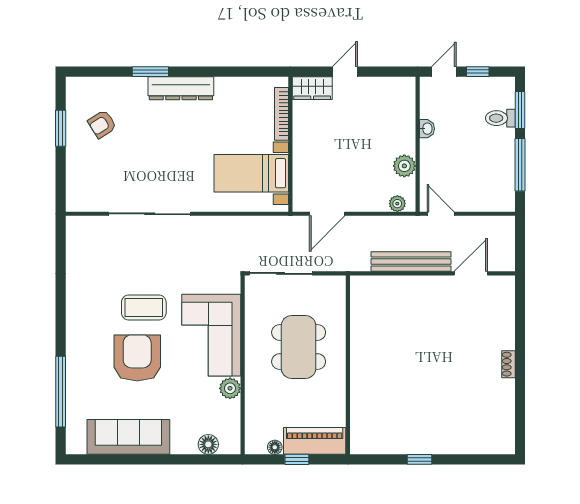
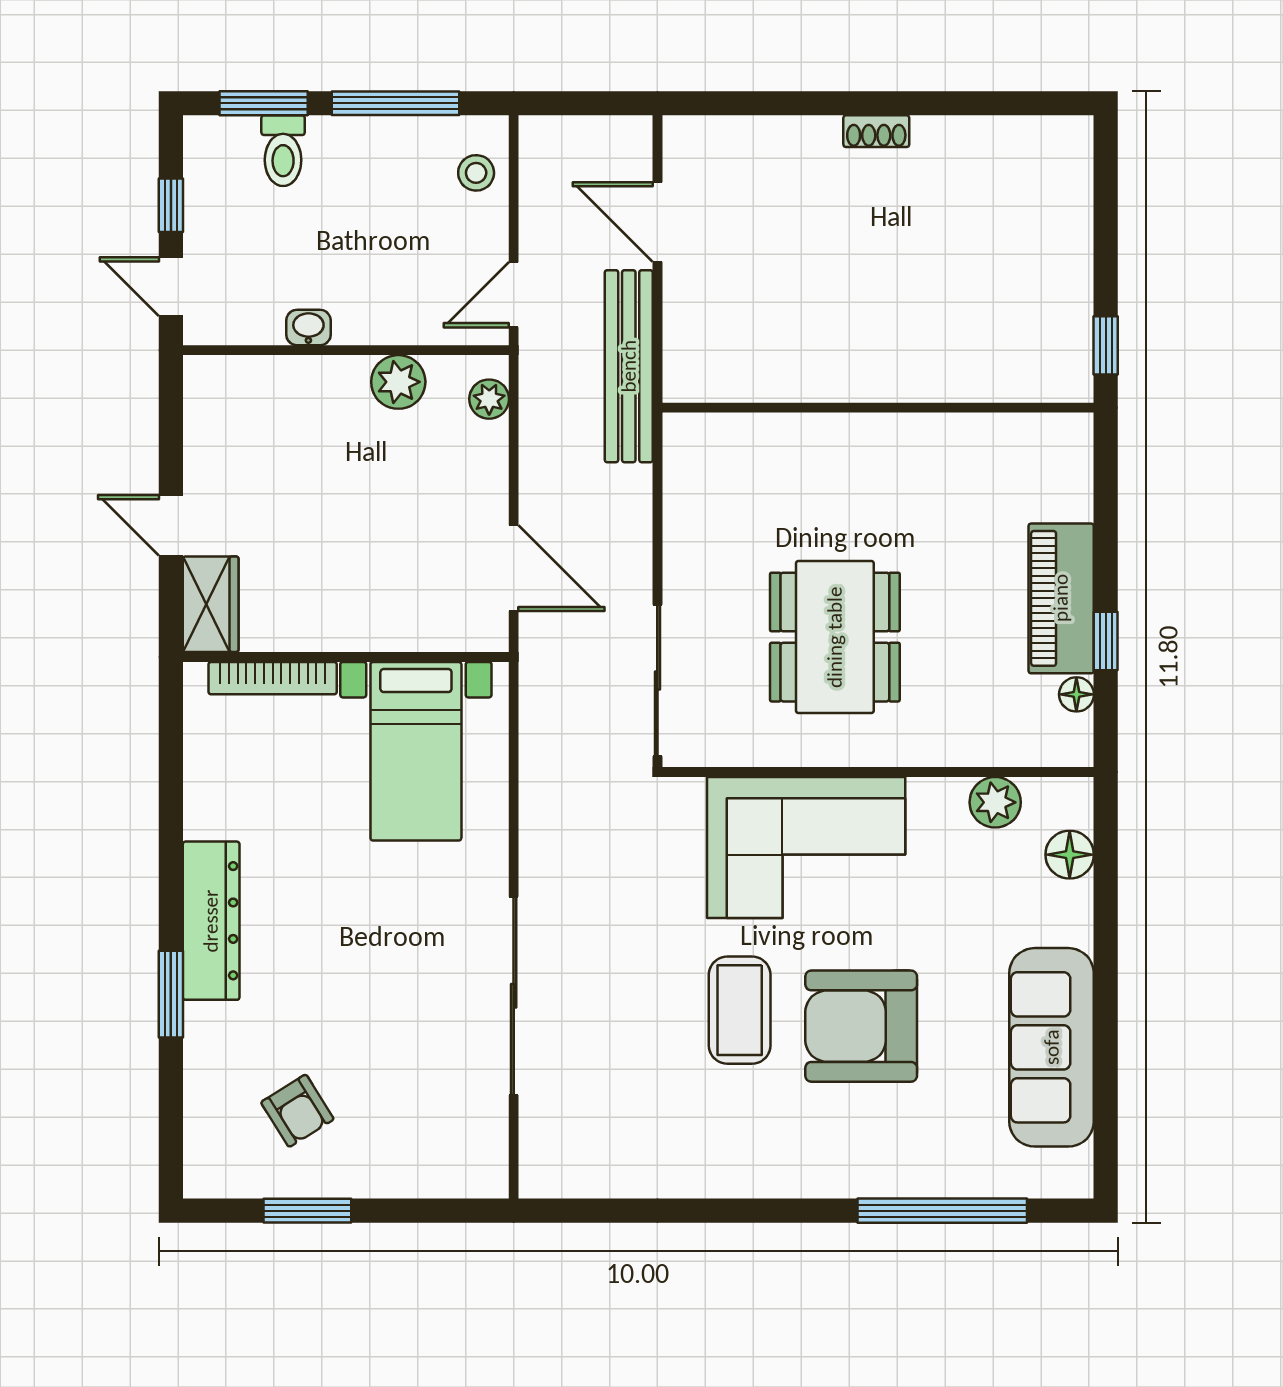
stool: (491, 198) -> (476, 173), added
dining table: (299, 347) -> (835, 637), turned 90
wall: (348, 365) -> (878, 408), moved
plant: (230, 388) -> (995, 802), moved

